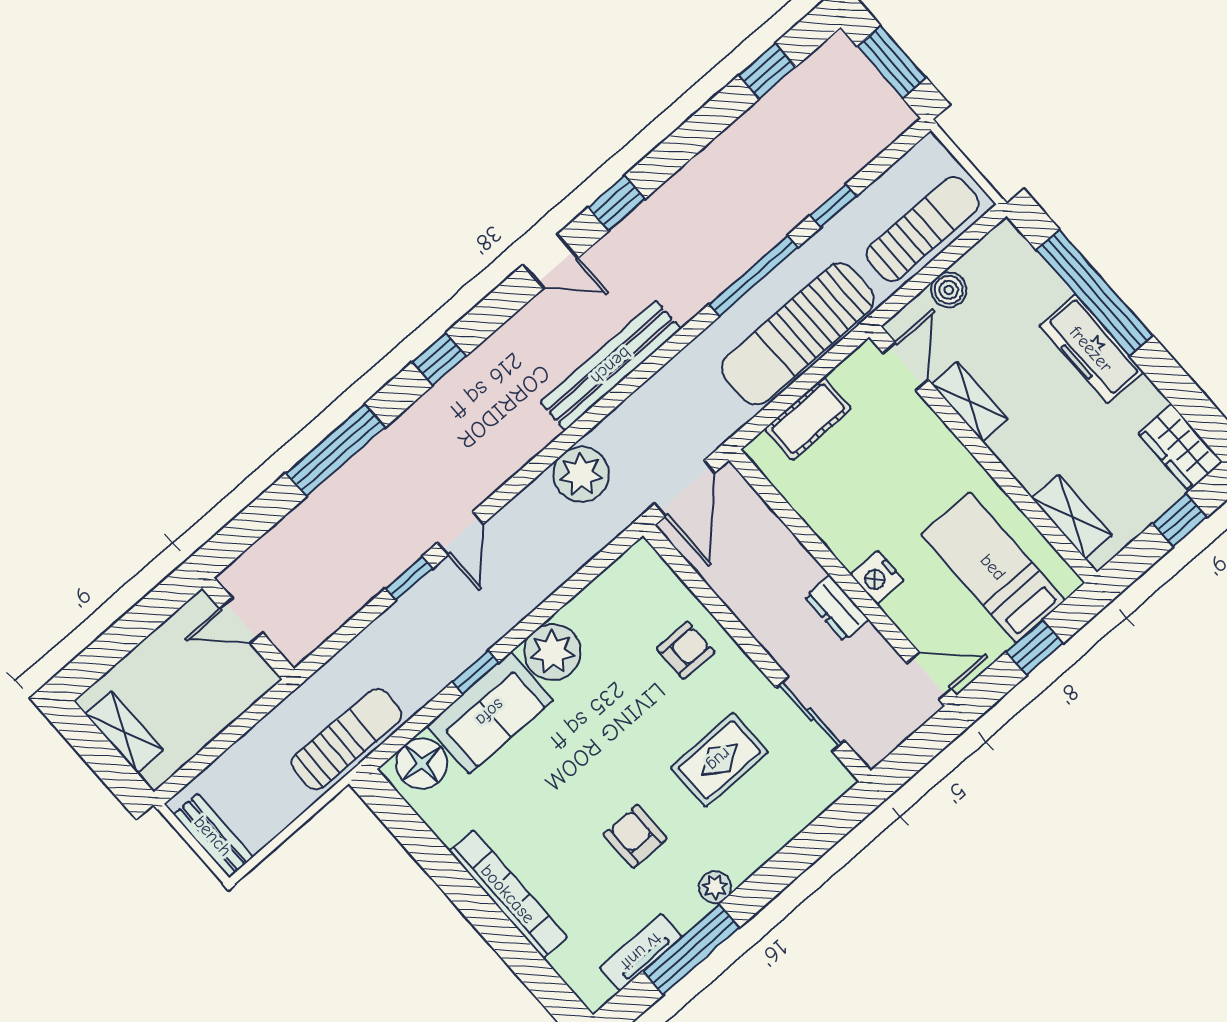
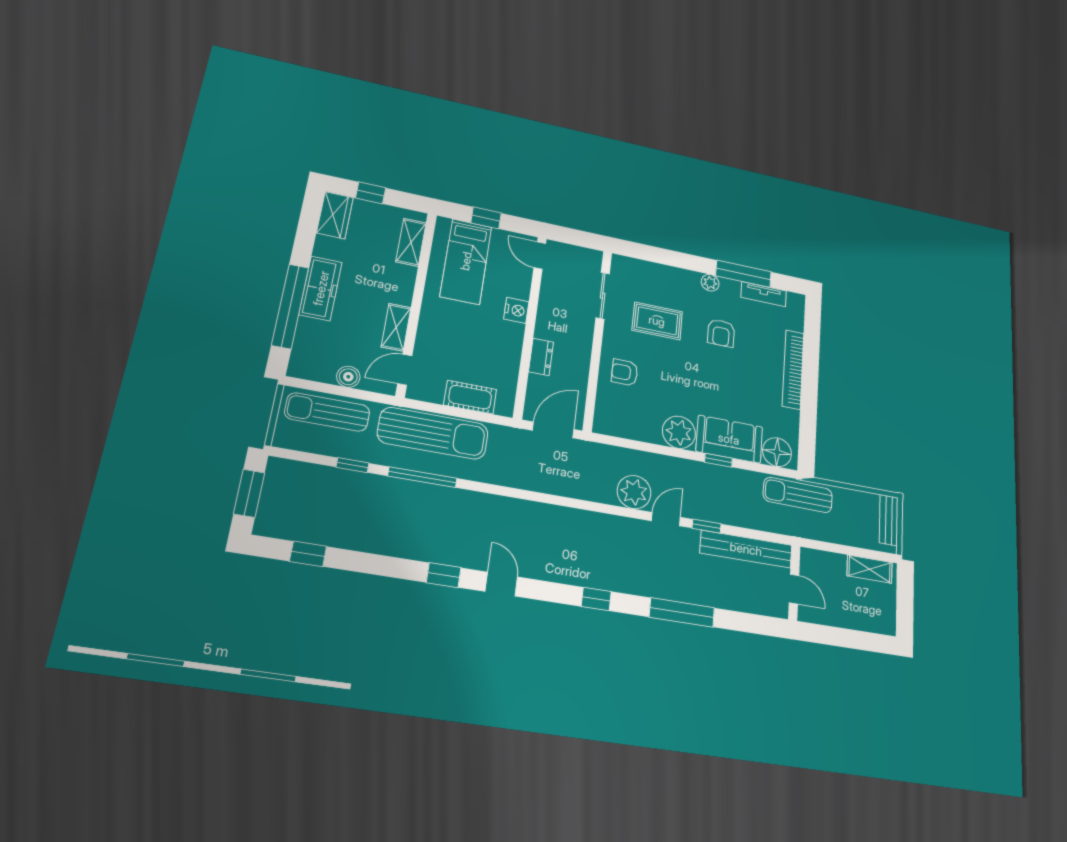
bench: (611, 366) -> (746, 549), moved
plant: (581, 474) -> (634, 492), moved
dresser: (837, 608) -> (541, 357), moved
shelving: (124, 732) -> (870, 569), moved, turned 90

